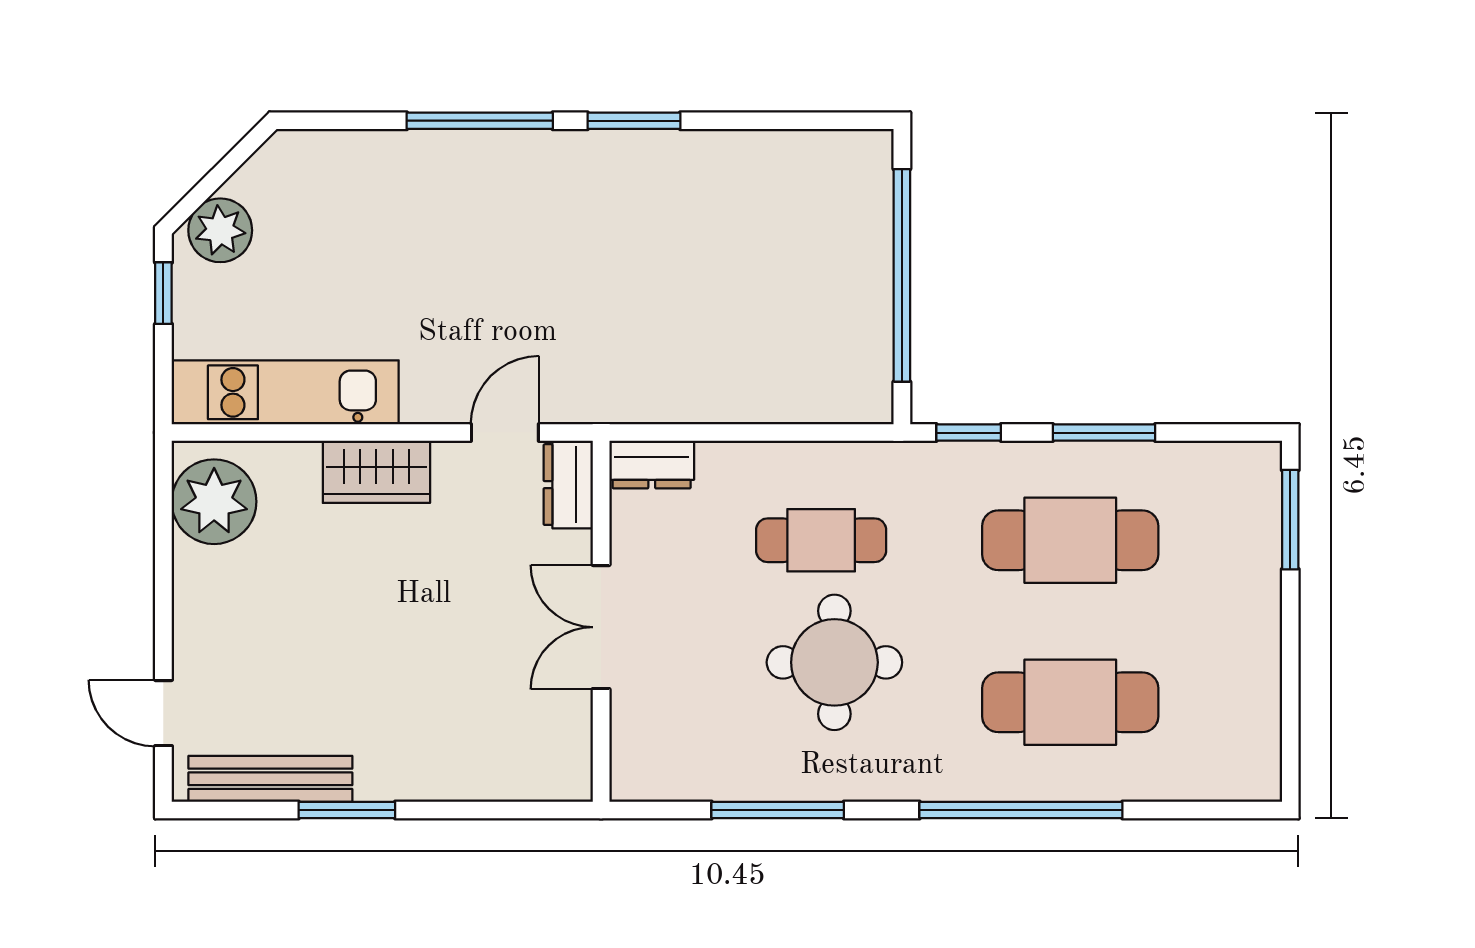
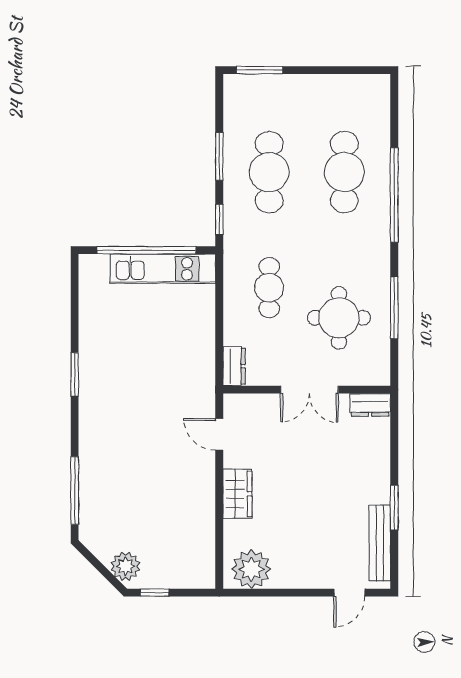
window: (480, 121) -> (75, 491), moved
kitchen unit: (285, 392) -> (163, 269), moved, turned -90
dresser: (568, 485) -> (370, 405), moved
round table: (834, 662) -> (339, 318), moved

